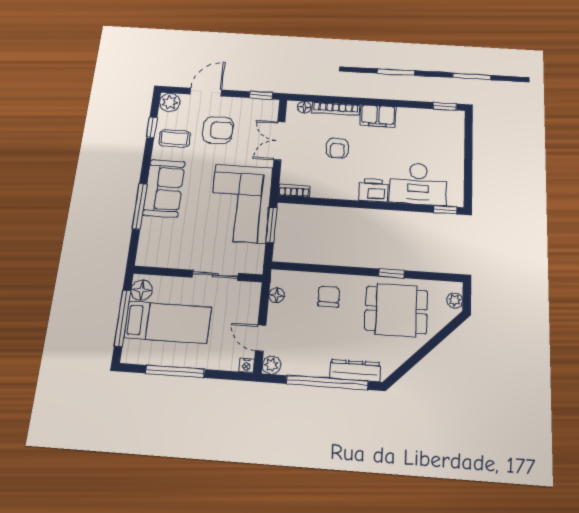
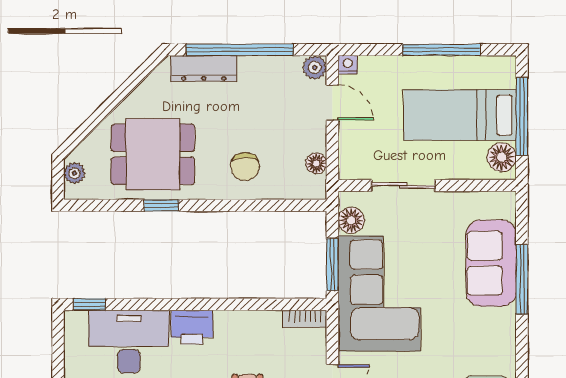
sofa: (164, 188) -> (491, 263), moved
floor lamp: (255, 254) -> (351, 220), added

